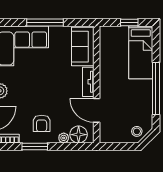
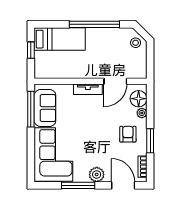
window: (45, 22) -> (31, 109), moved
sofa: (83, 47) -> (45, 108), moved, turned -90
armchair: (42, 123) -> (128, 134), turned -90

